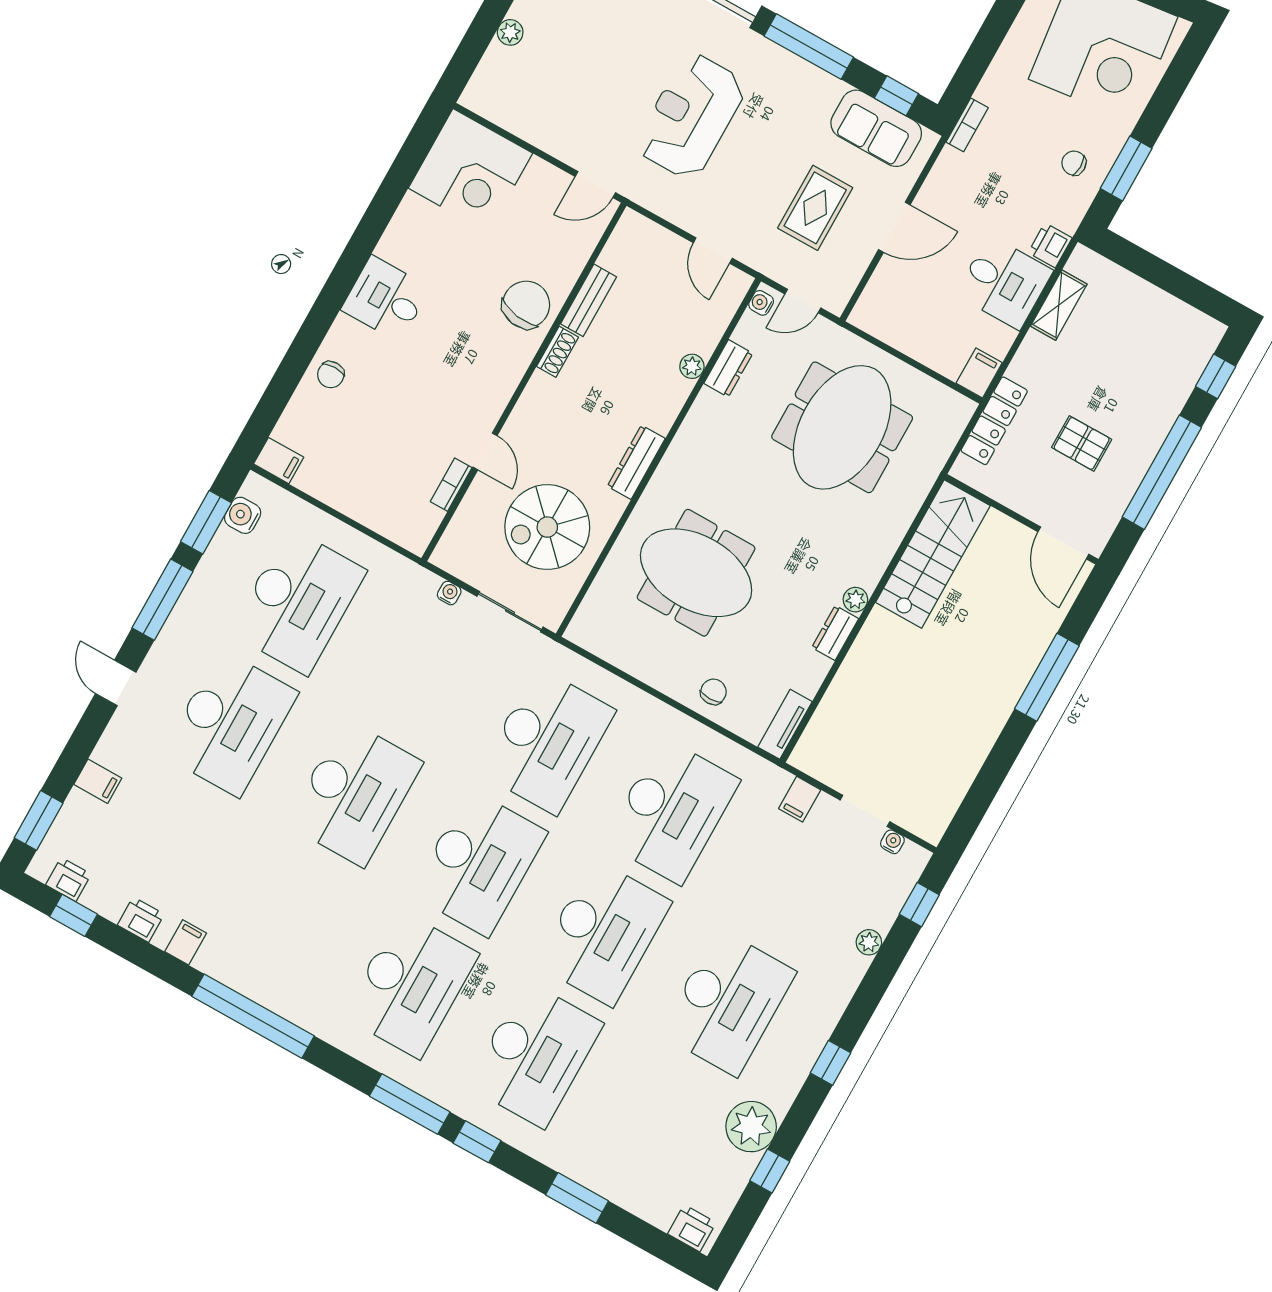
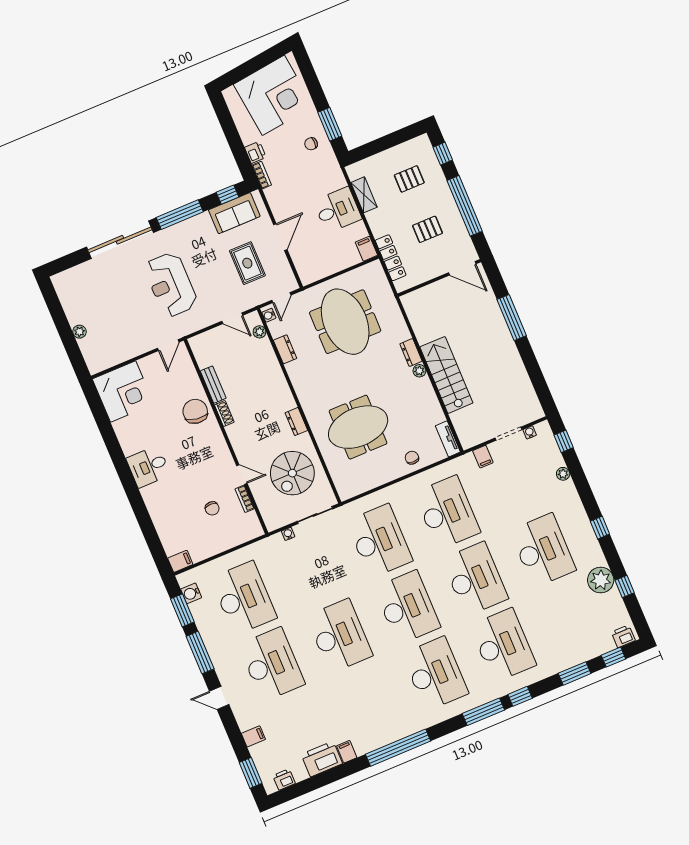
printer: (1050, 245) -> (255, 152), moved, turned 180
pallet: (1137, 355) -> (409, 179), added
plant: (692, 366) -> (260, 332), moved
chair: (331, 375) -> (212, 508), moved
dresser: (636, 462) -> (296, 422), width x0.70
stairs: (933, 554) -> (446, 375), moved
dresser: (835, 633) -> (411, 353), moved
window: (74, 915) -> (613, 657), moved
printer: (141, 920) -> (322, 759), width x1.87, depth x1.48

